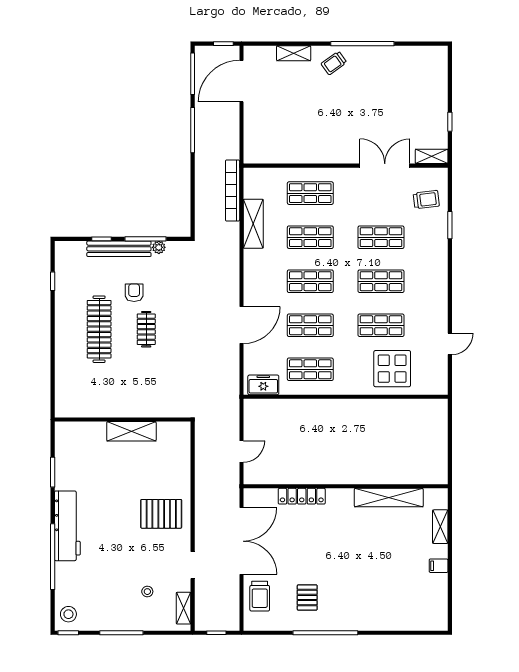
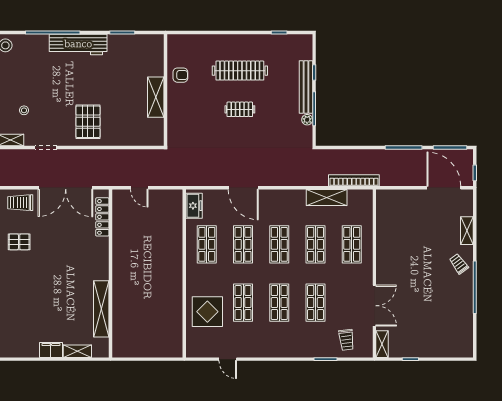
armchair: (134, 293) -> (180, 75), moved
locker: (302, 496) -> (102, 217), moved
filing cabinet: (439, 566) -> (51, 350), width x2.00

